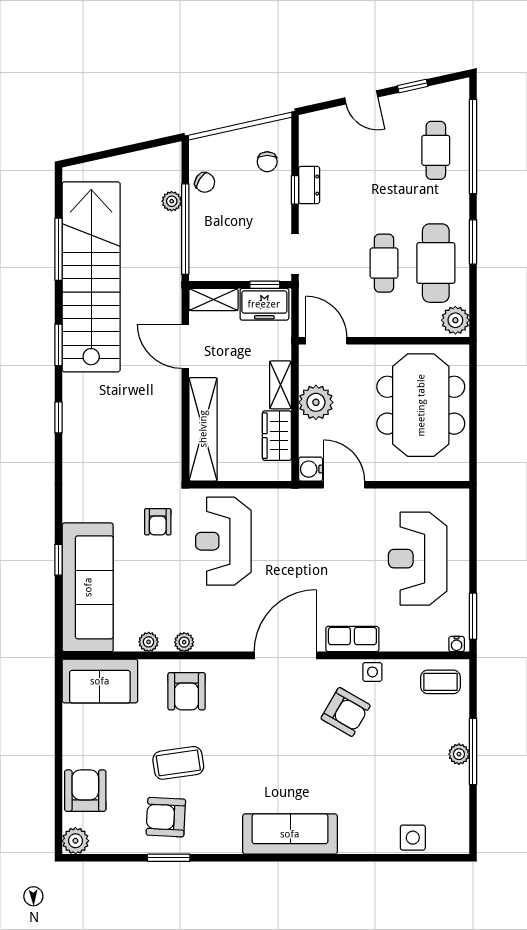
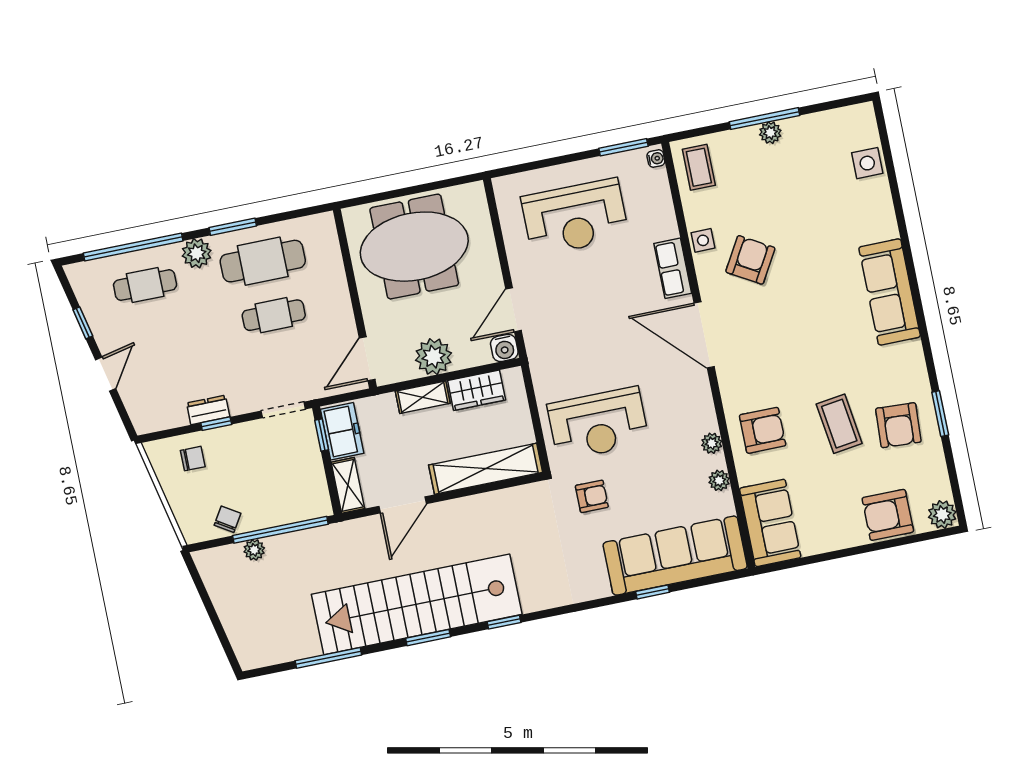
stairs: (91, 277) -> (417, 604), moved
plant: (455, 320) -> (197, 253), moved

